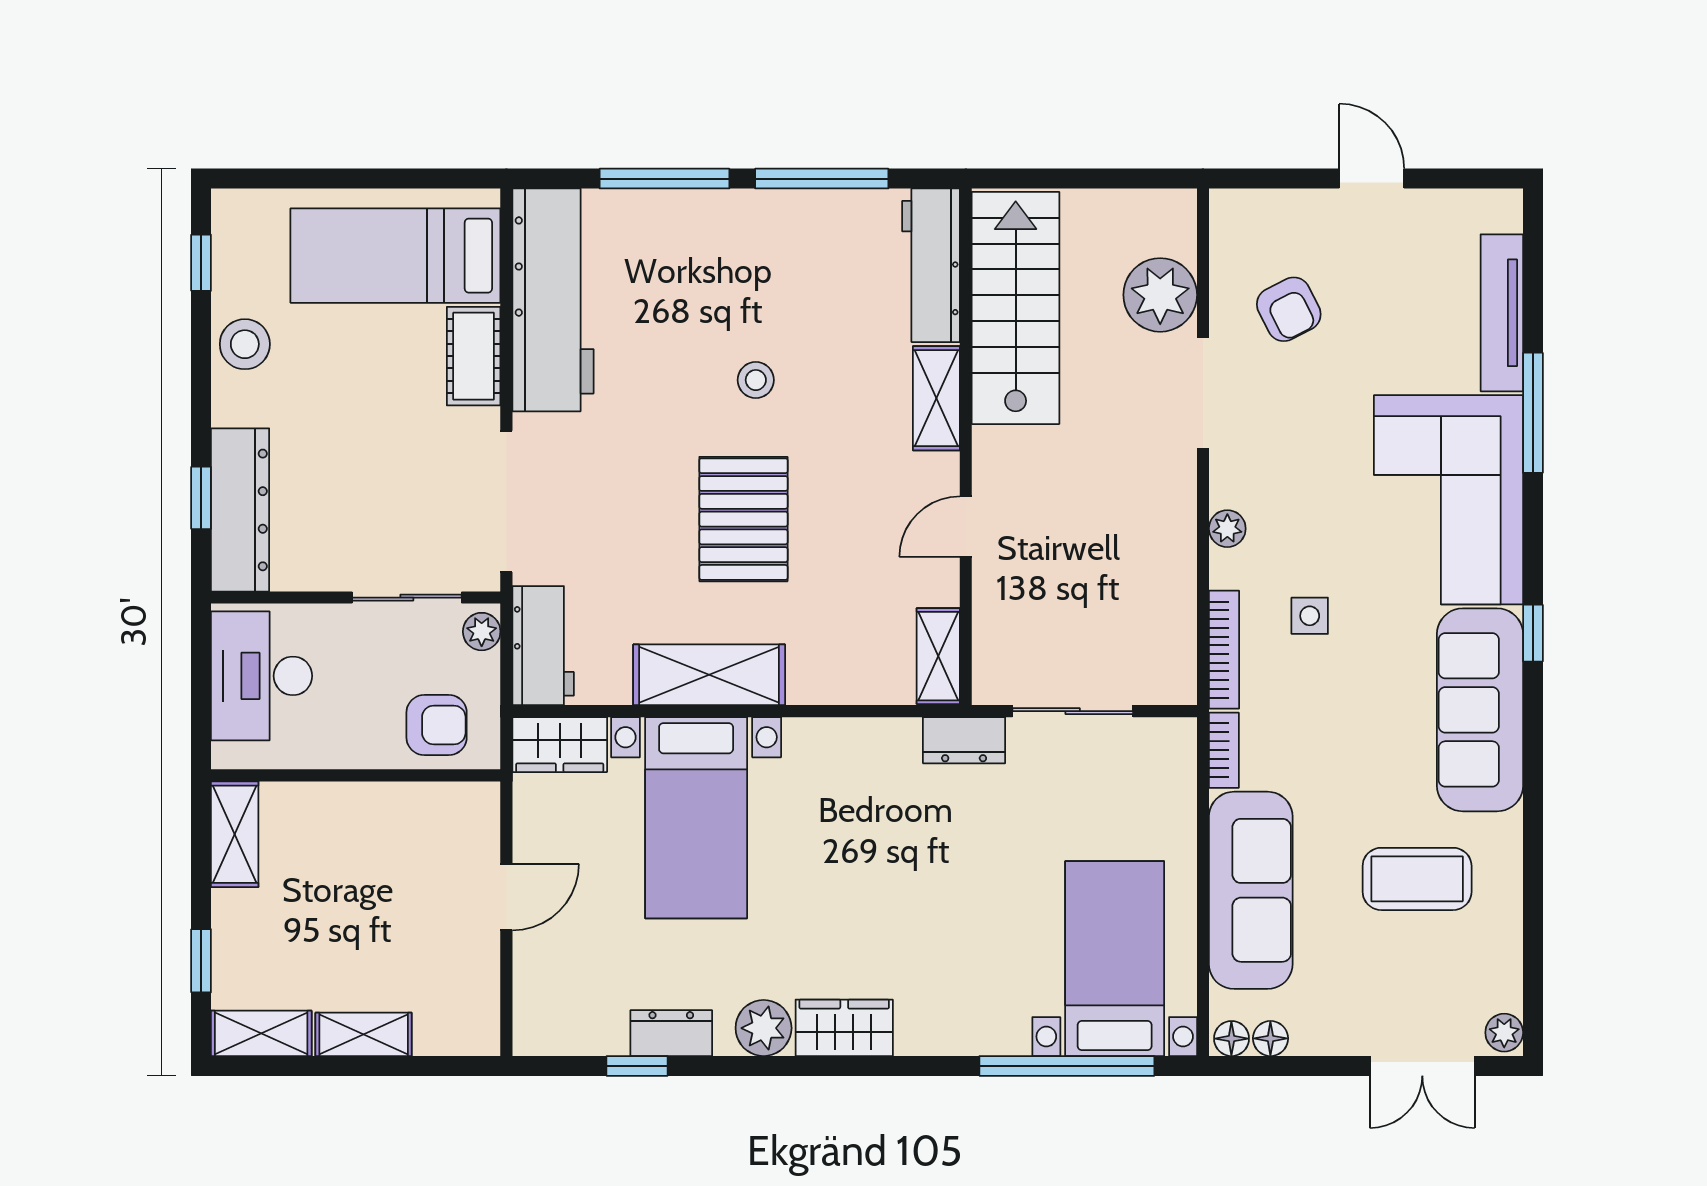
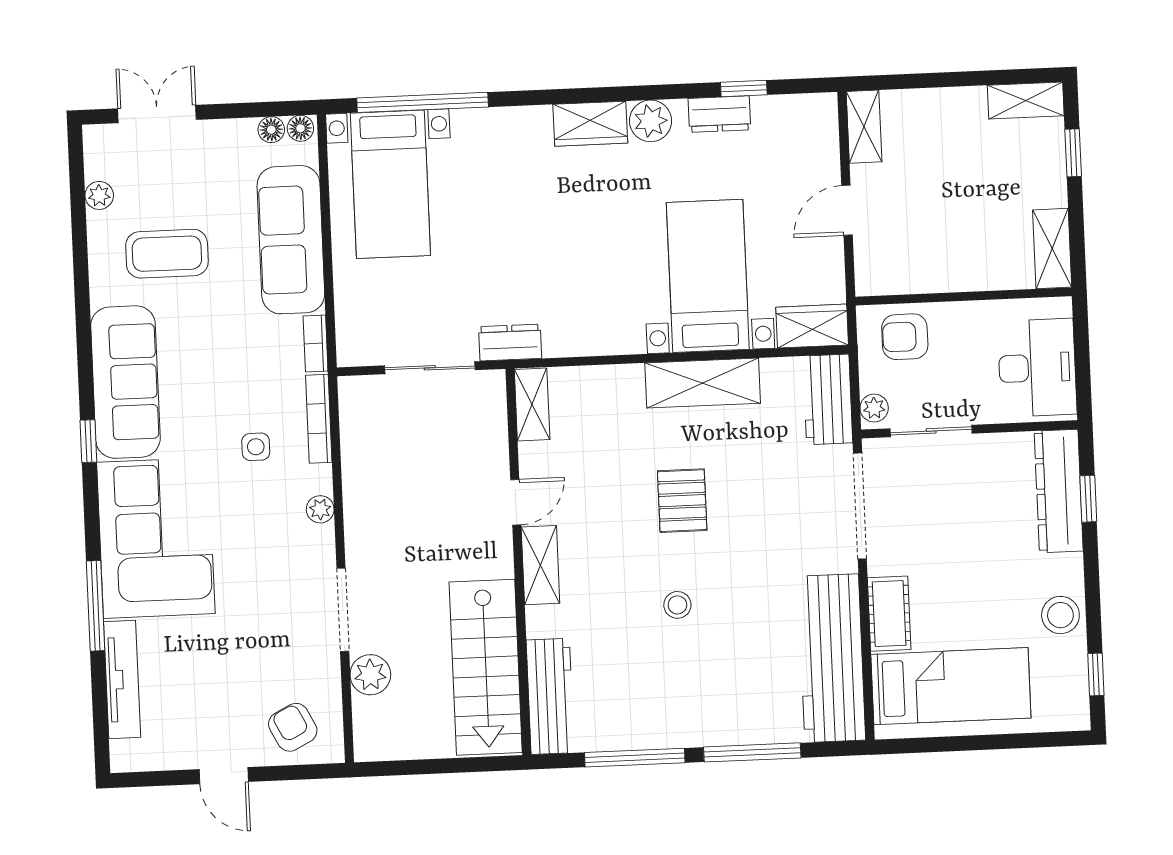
plant: (1160, 295) -> (370, 675), width x0.73, depth x0.73
armchair: (1289, 309) -> (293, 727), moved
shelving: (936, 398) -> (540, 565), moved
pallet: (743, 519) -> (682, 501), width x0.67, depth x0.71
plant: (1504, 1033) -> (99, 195), moved
shelving: (364, 1034) -> (864, 127), moved, turned 90

